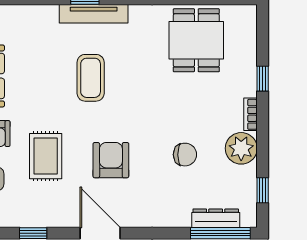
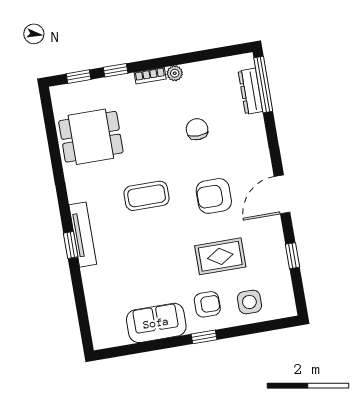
coffee table: (91, 78) -> (147, 196), moved
plant: (241, 148) -> (175, 73), width x0.53, depth x0.53
window: (263, 190) -> (79, 77), moved

